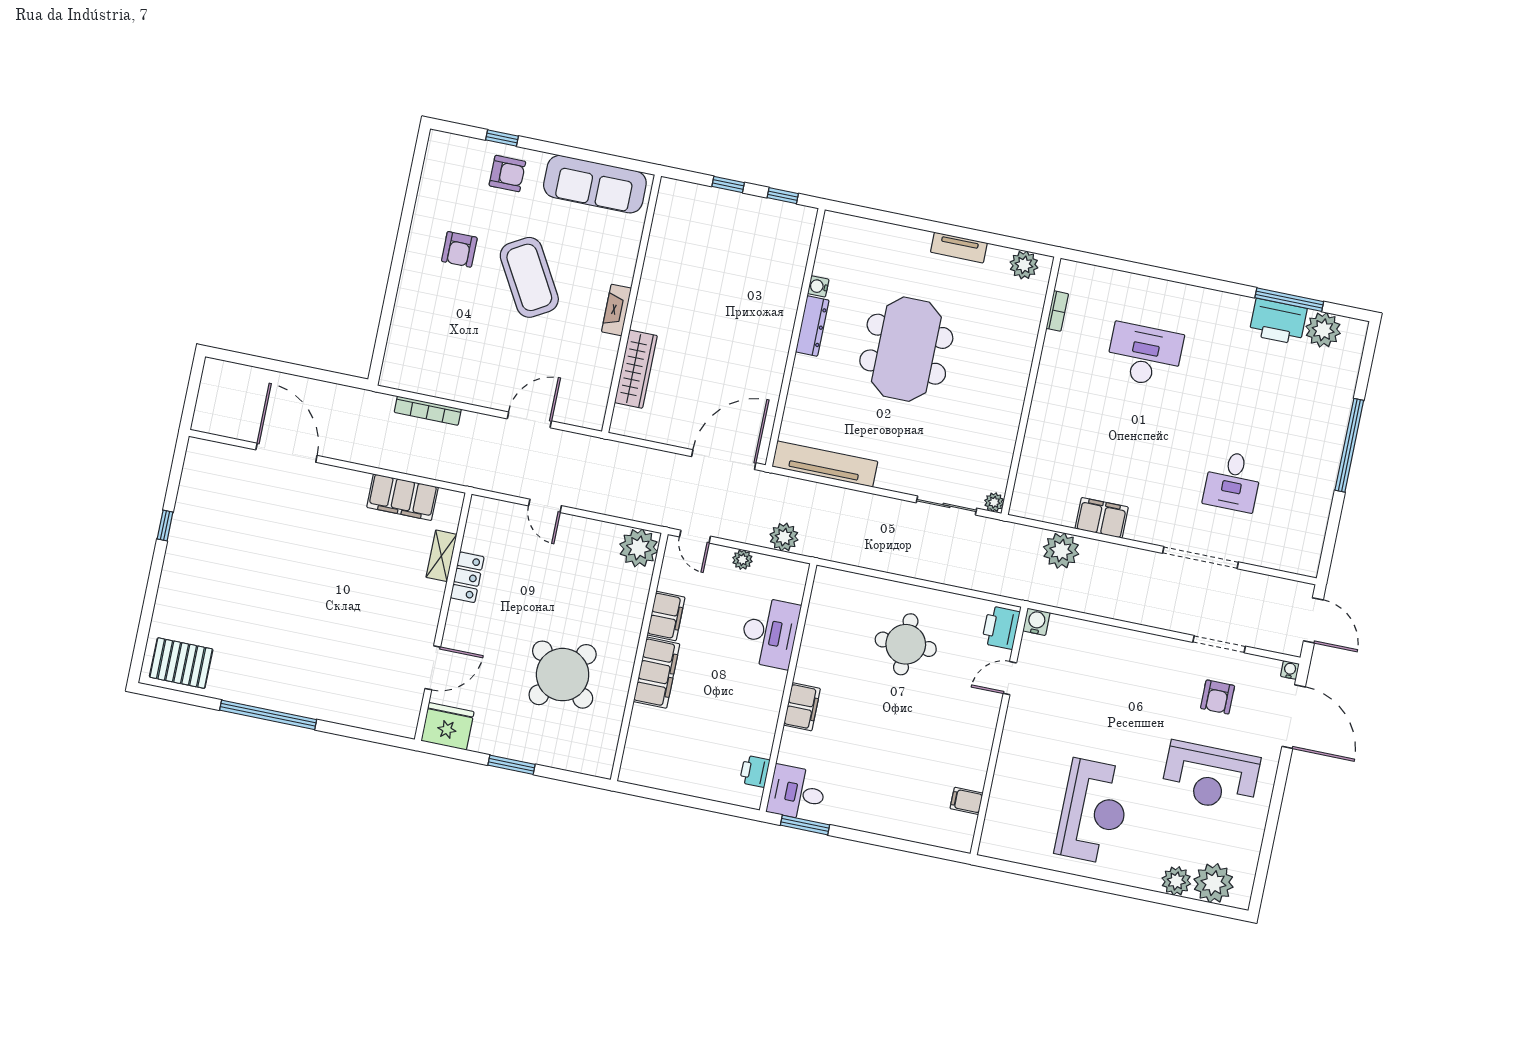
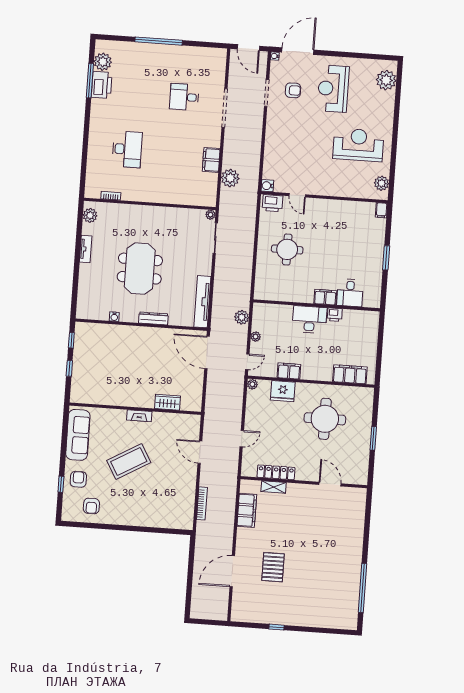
armchair: (459, 249) -> (91, 506), moved, turned 90
dresser: (812, 326) -> (153, 318), moved
meeting table: (906, 349) -> (140, 269), turned 90
desk: (1145, 355) -> (127, 149), turned 180
wardrobe: (636, 369) -> (168, 402), width x0.67
desk: (1233, 481) -> (184, 97), turned 180
plant: (639, 548) -> (252, 384), width x0.53, depth x0.53
locker: (467, 577) -> (276, 472), width x1.53
door: (1313, 620) -> (248, 48), swing flipped
desk: (770, 633) -> (309, 320), moved
pallet: (181, 663) -> (273, 567), moved
filing cabinet: (657, 673) -> (350, 374), moved
round table: (563, 675) -> (325, 419), turned -38
window: (268, 715) -> (363, 588), moved
fridge: (447, 726) -> (283, 391), moved, turned -90
printer: (755, 771) -> (335, 315), moved
reception desk: (1211, 777) -> (333, 89), turned 180
desk: (797, 793) -> (350, 293), moved
filing cabinet: (967, 801) -> (381, 210), moved
window: (805, 825) -> (386, 258), moved
plant: (1176, 881) -> (382, 183), moved

